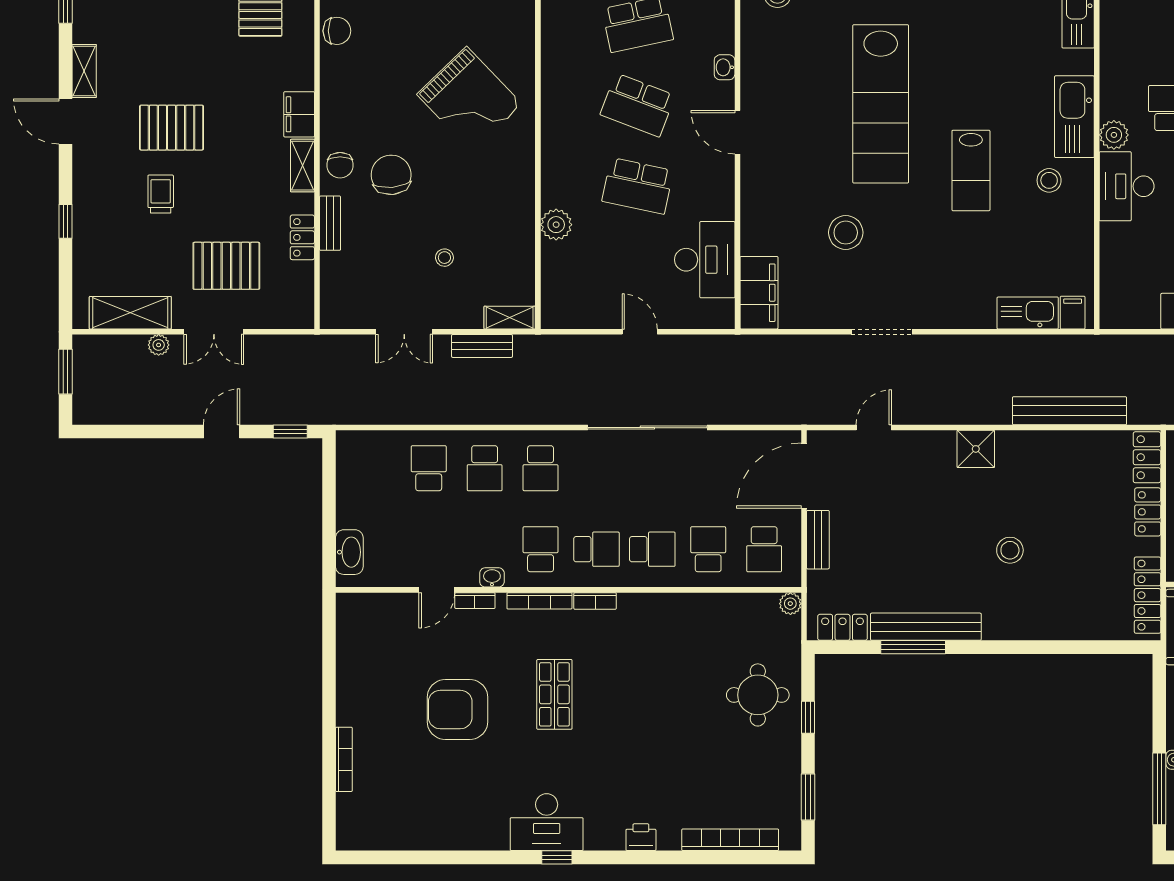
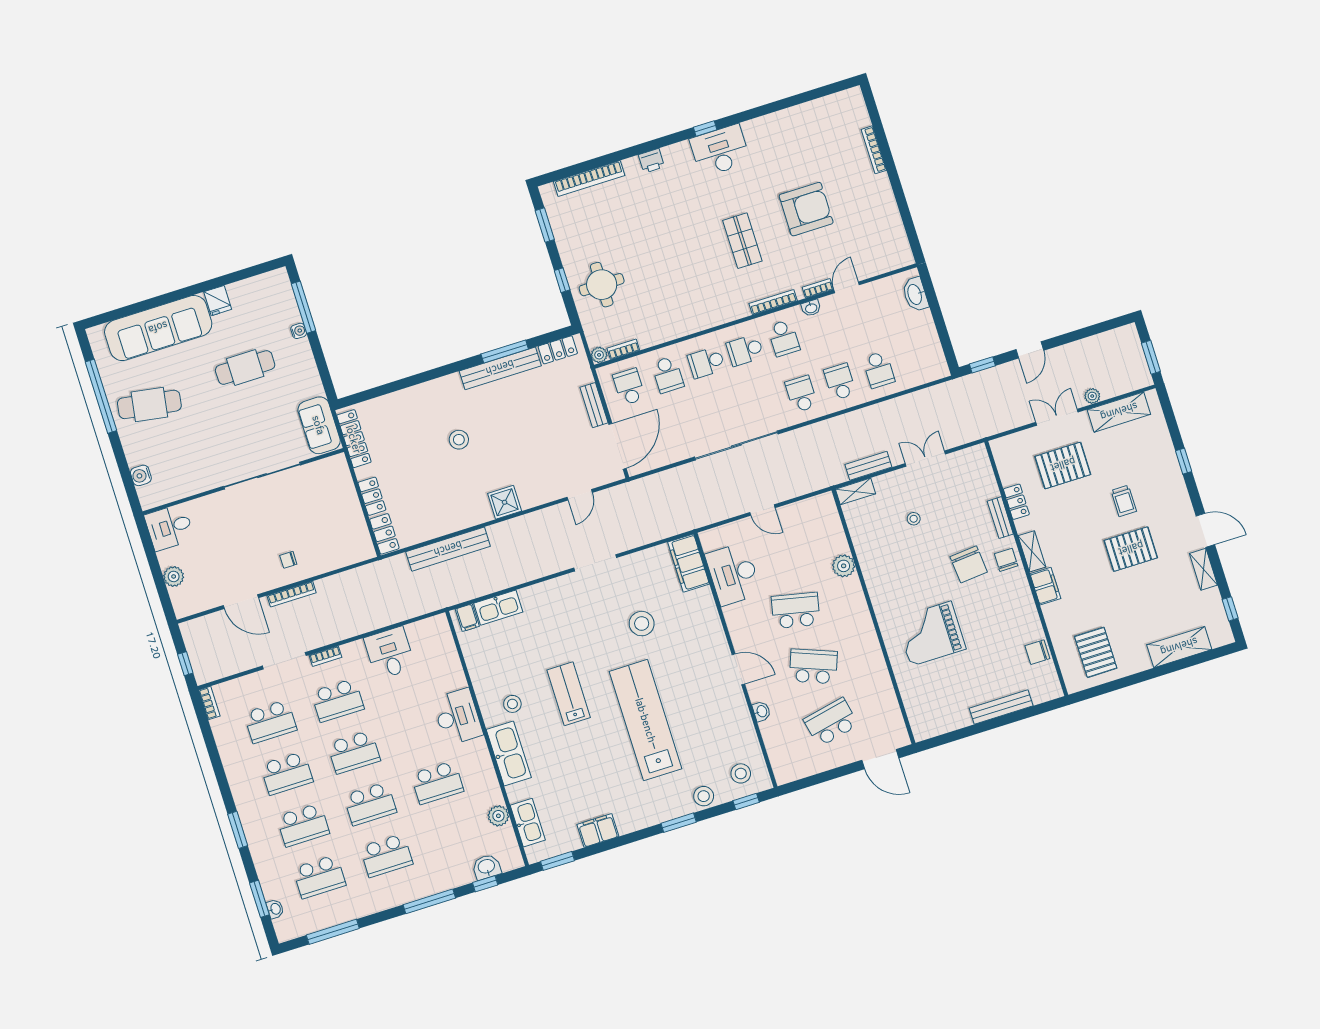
grand piano: (469, 99) -> (931, 634), turned -46
plant: (1114, 135) -> (498, 816), moved
bookcase: (595, 601) -> (623, 349), moved

